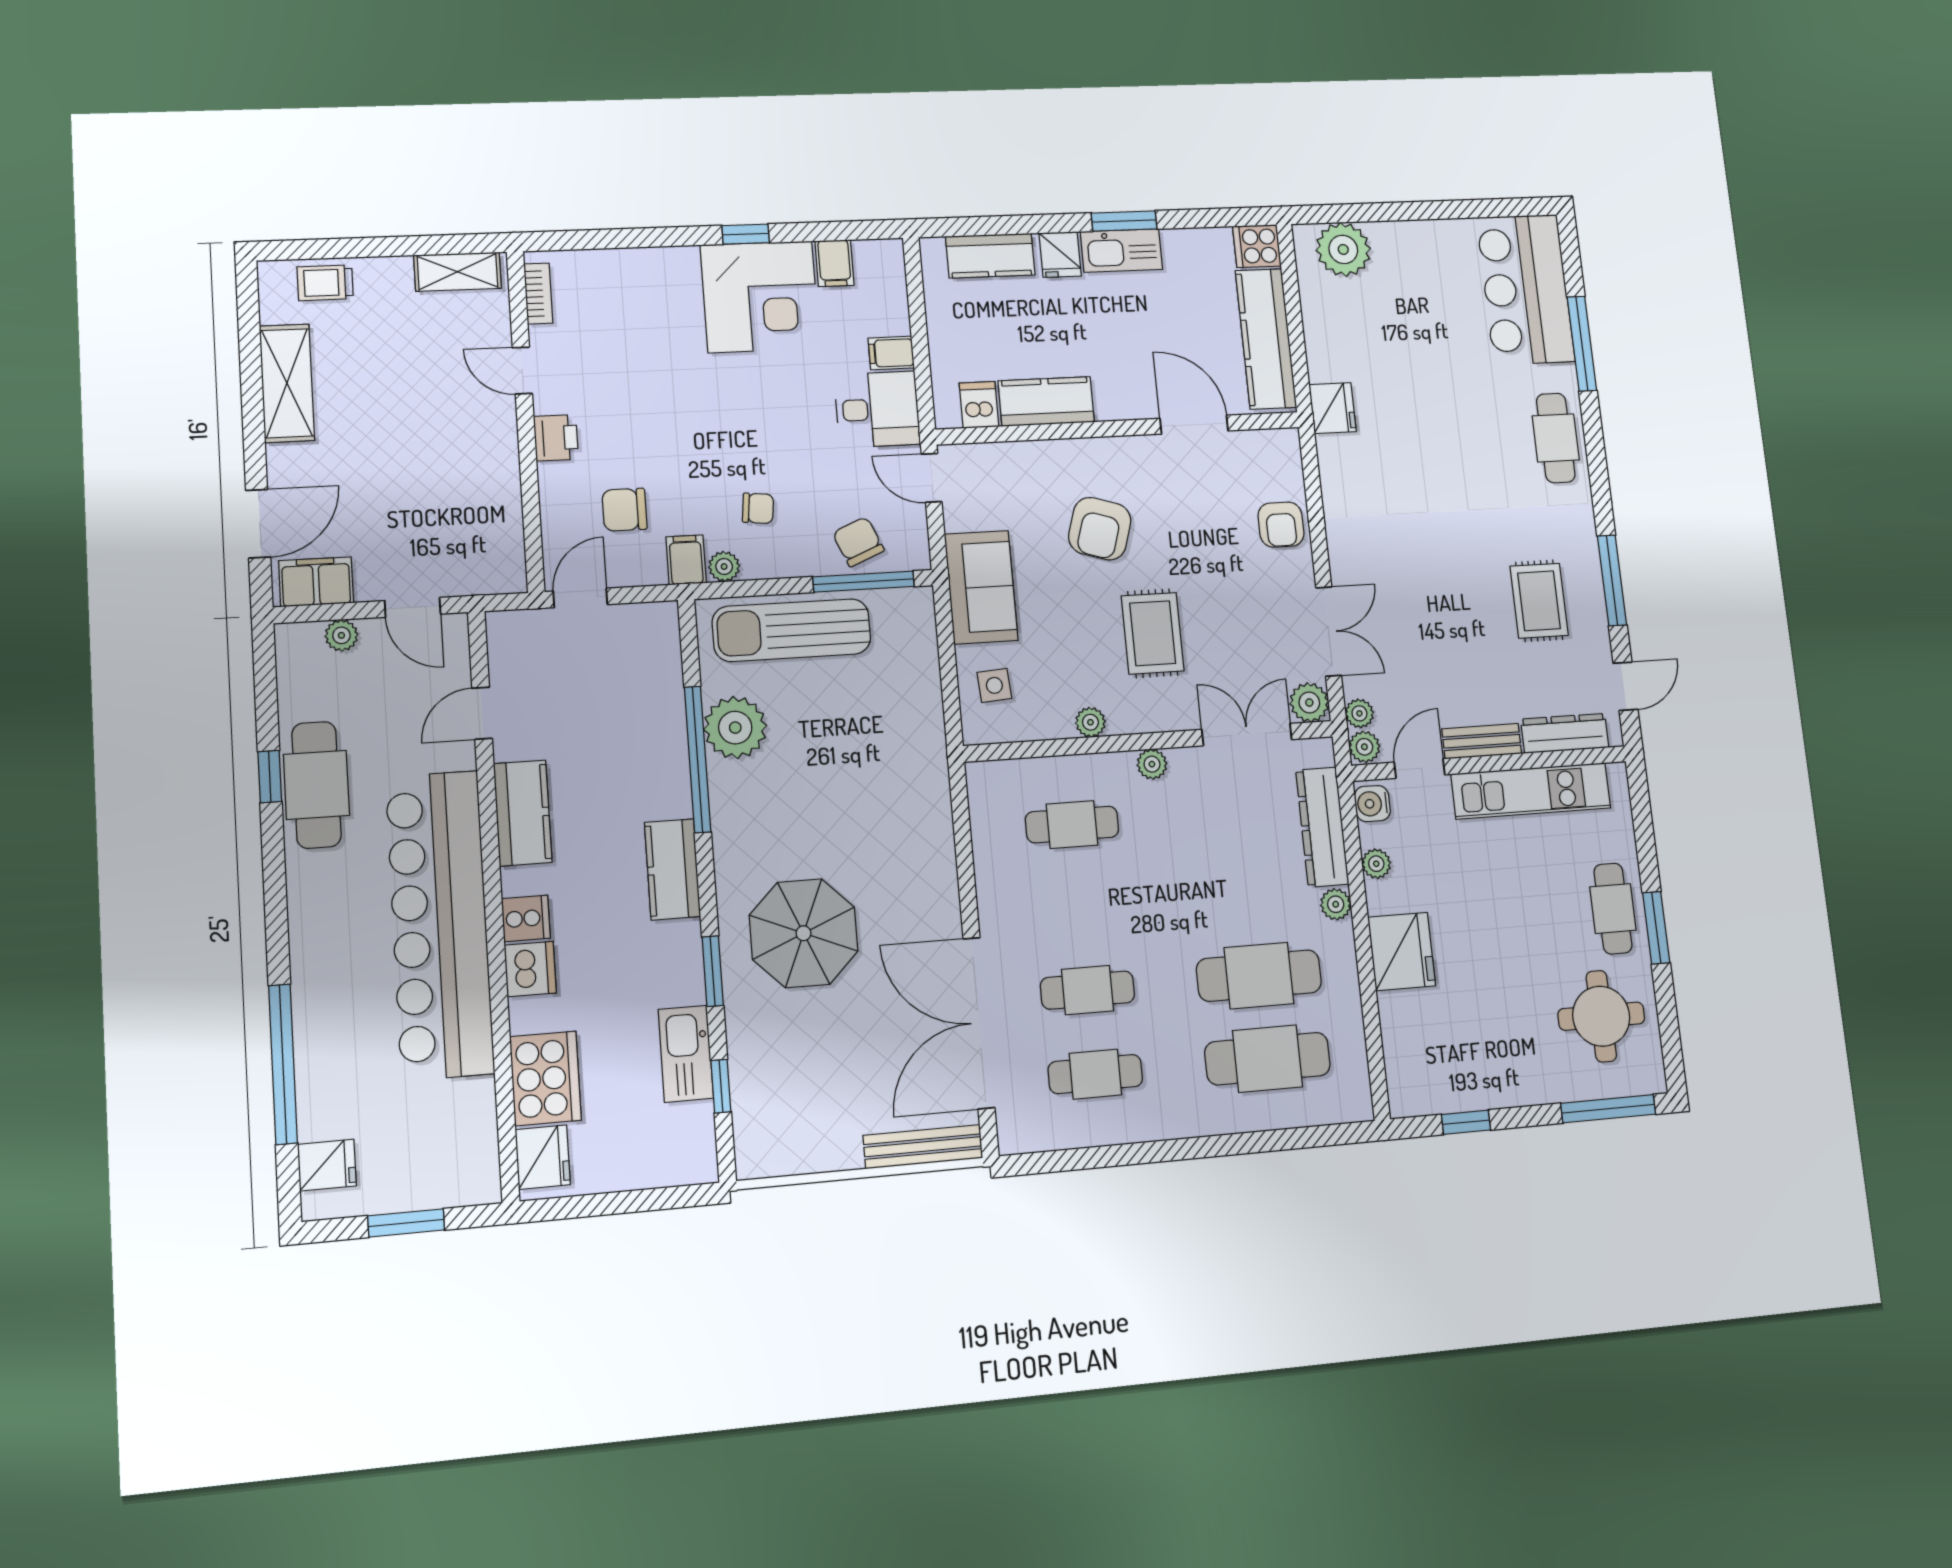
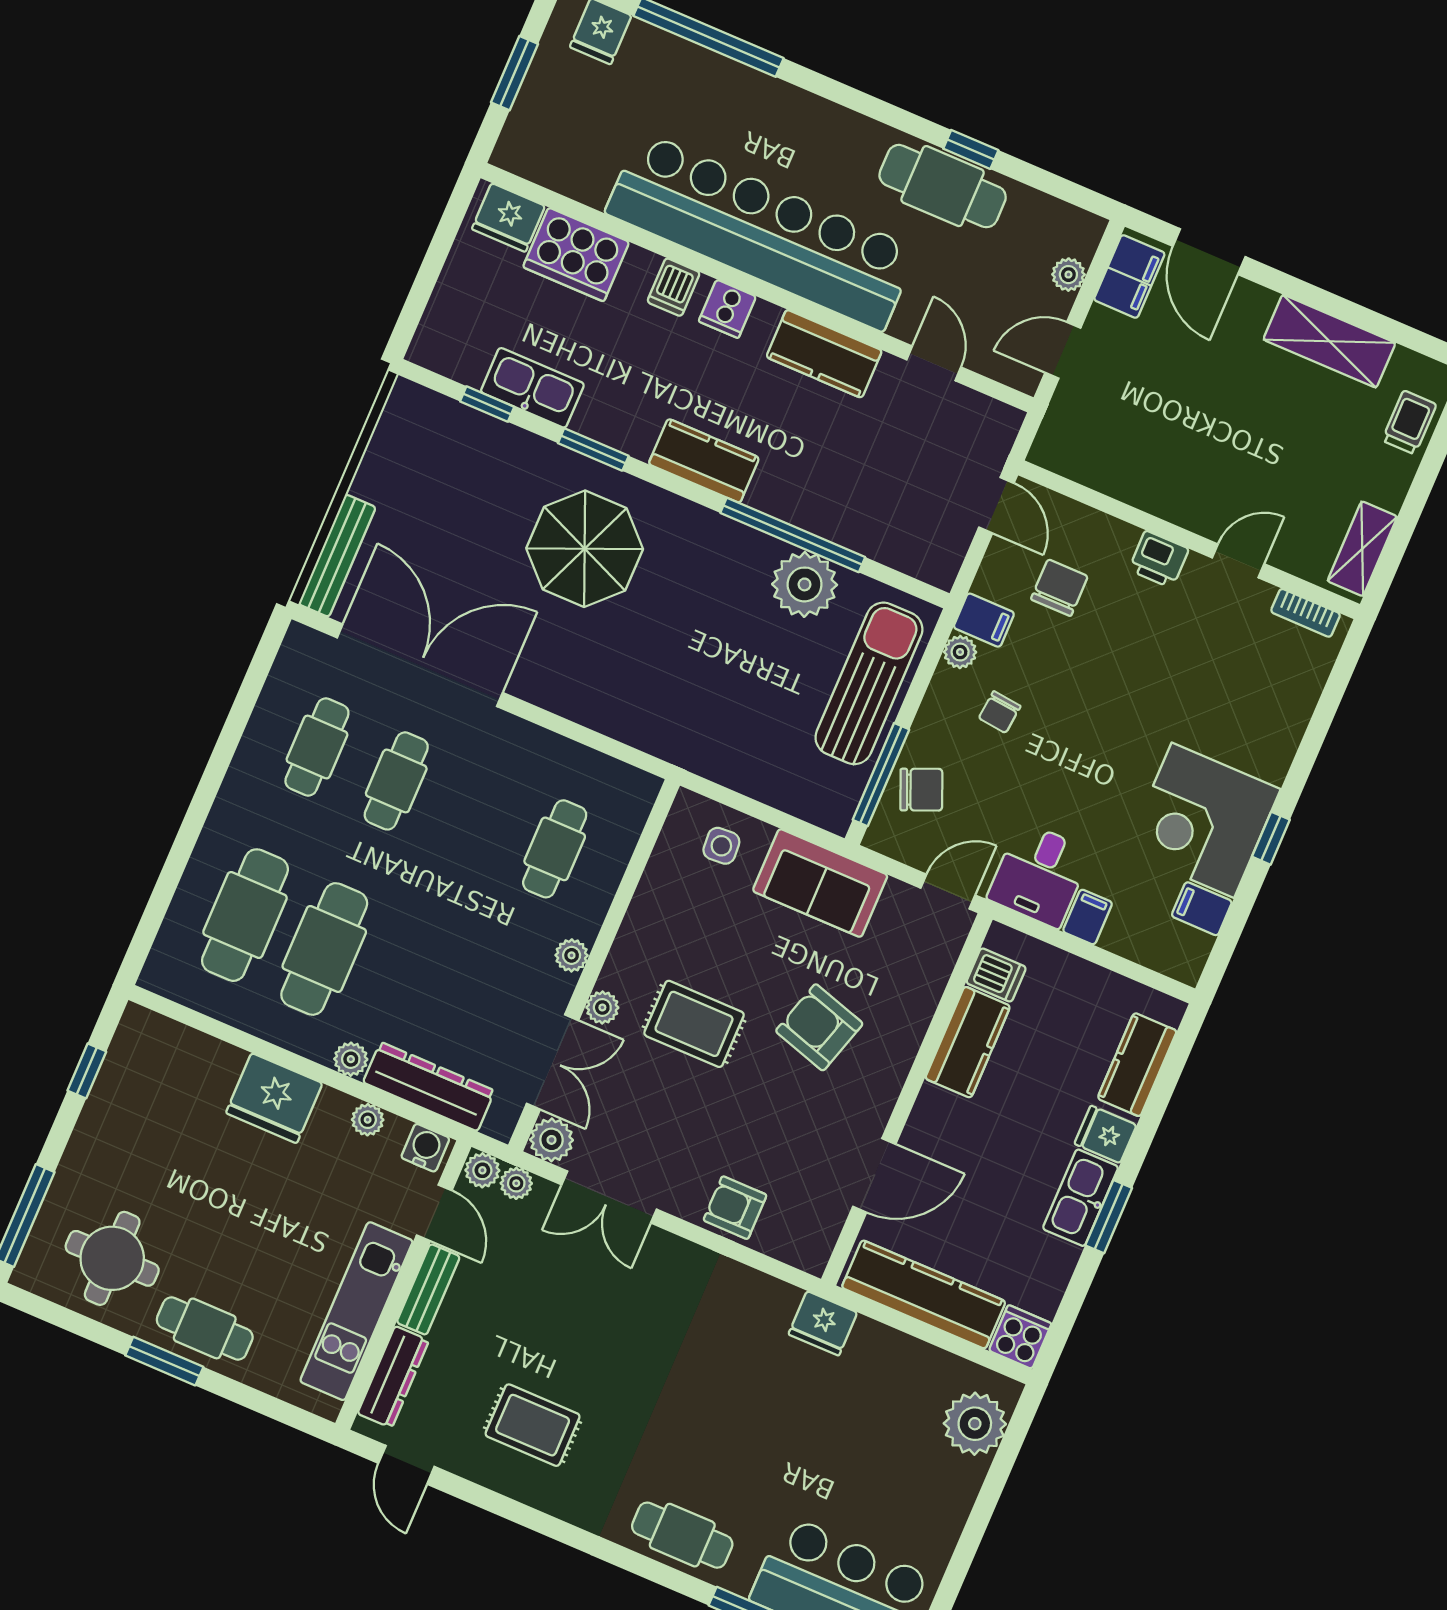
window: (1612, 580) -> (515, 1511), removed
plant: (1090, 722) -> (602, 1007), moved
dishwasher: (530, 969) -> (674, 287), width x0.73

